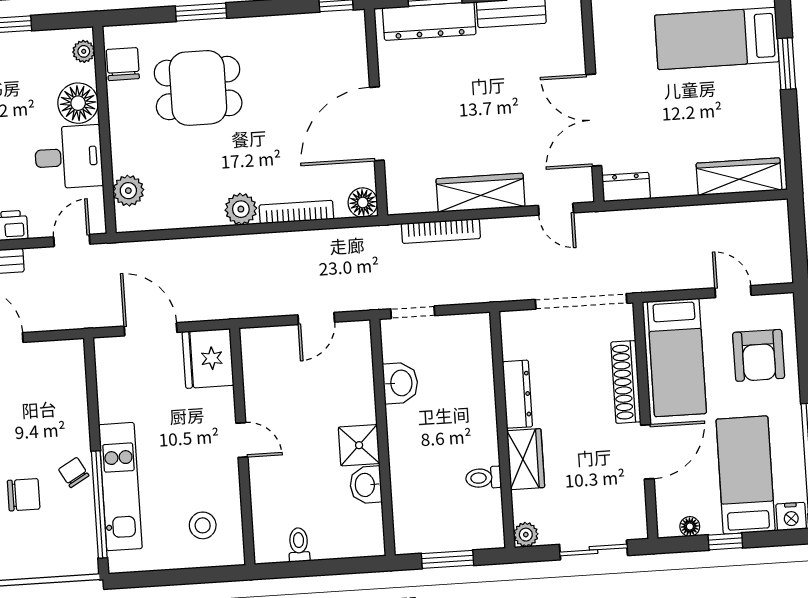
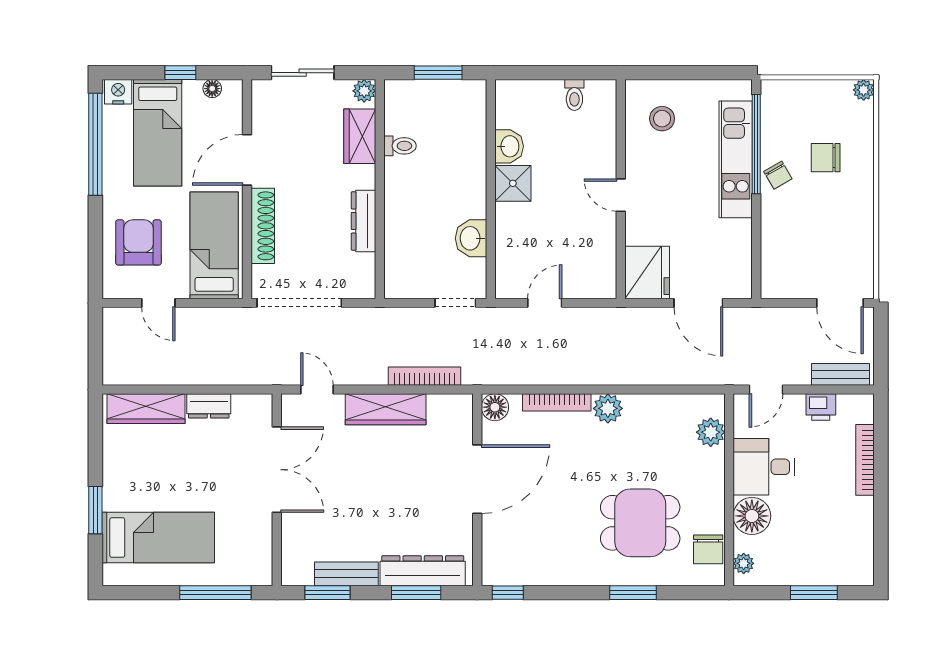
dresser: (626, 187) -> (209, 406), moved
wardrobe: (526, 459) -> (360, 136), moved

